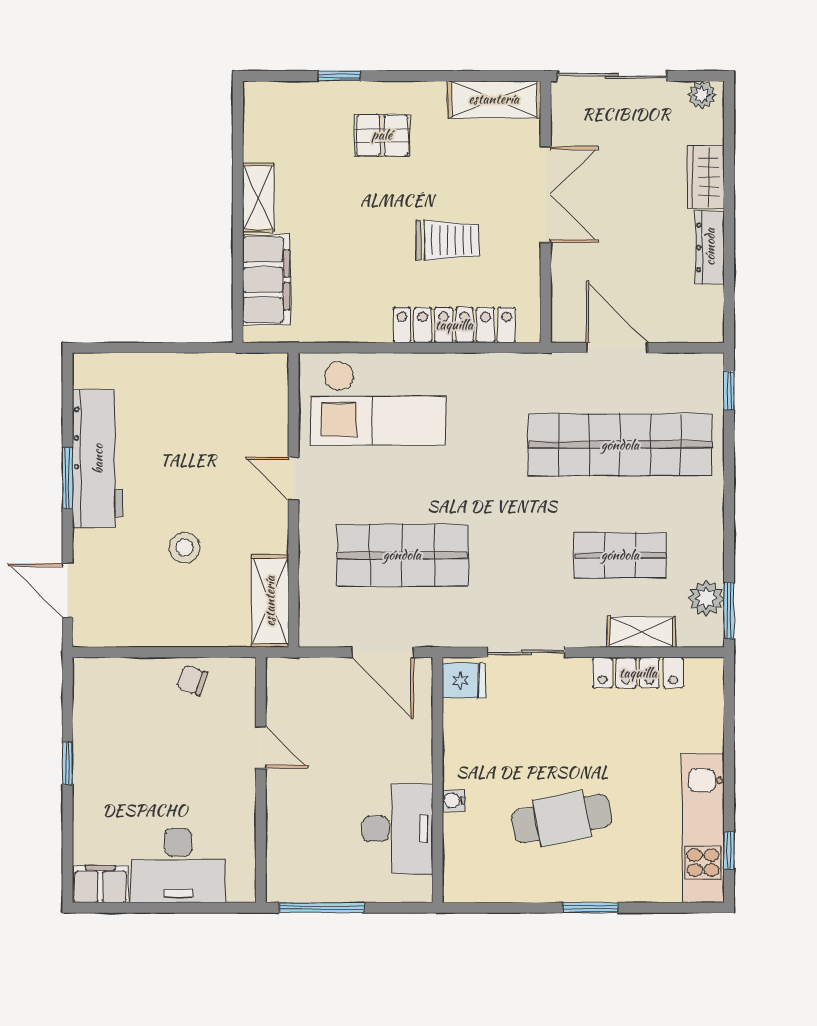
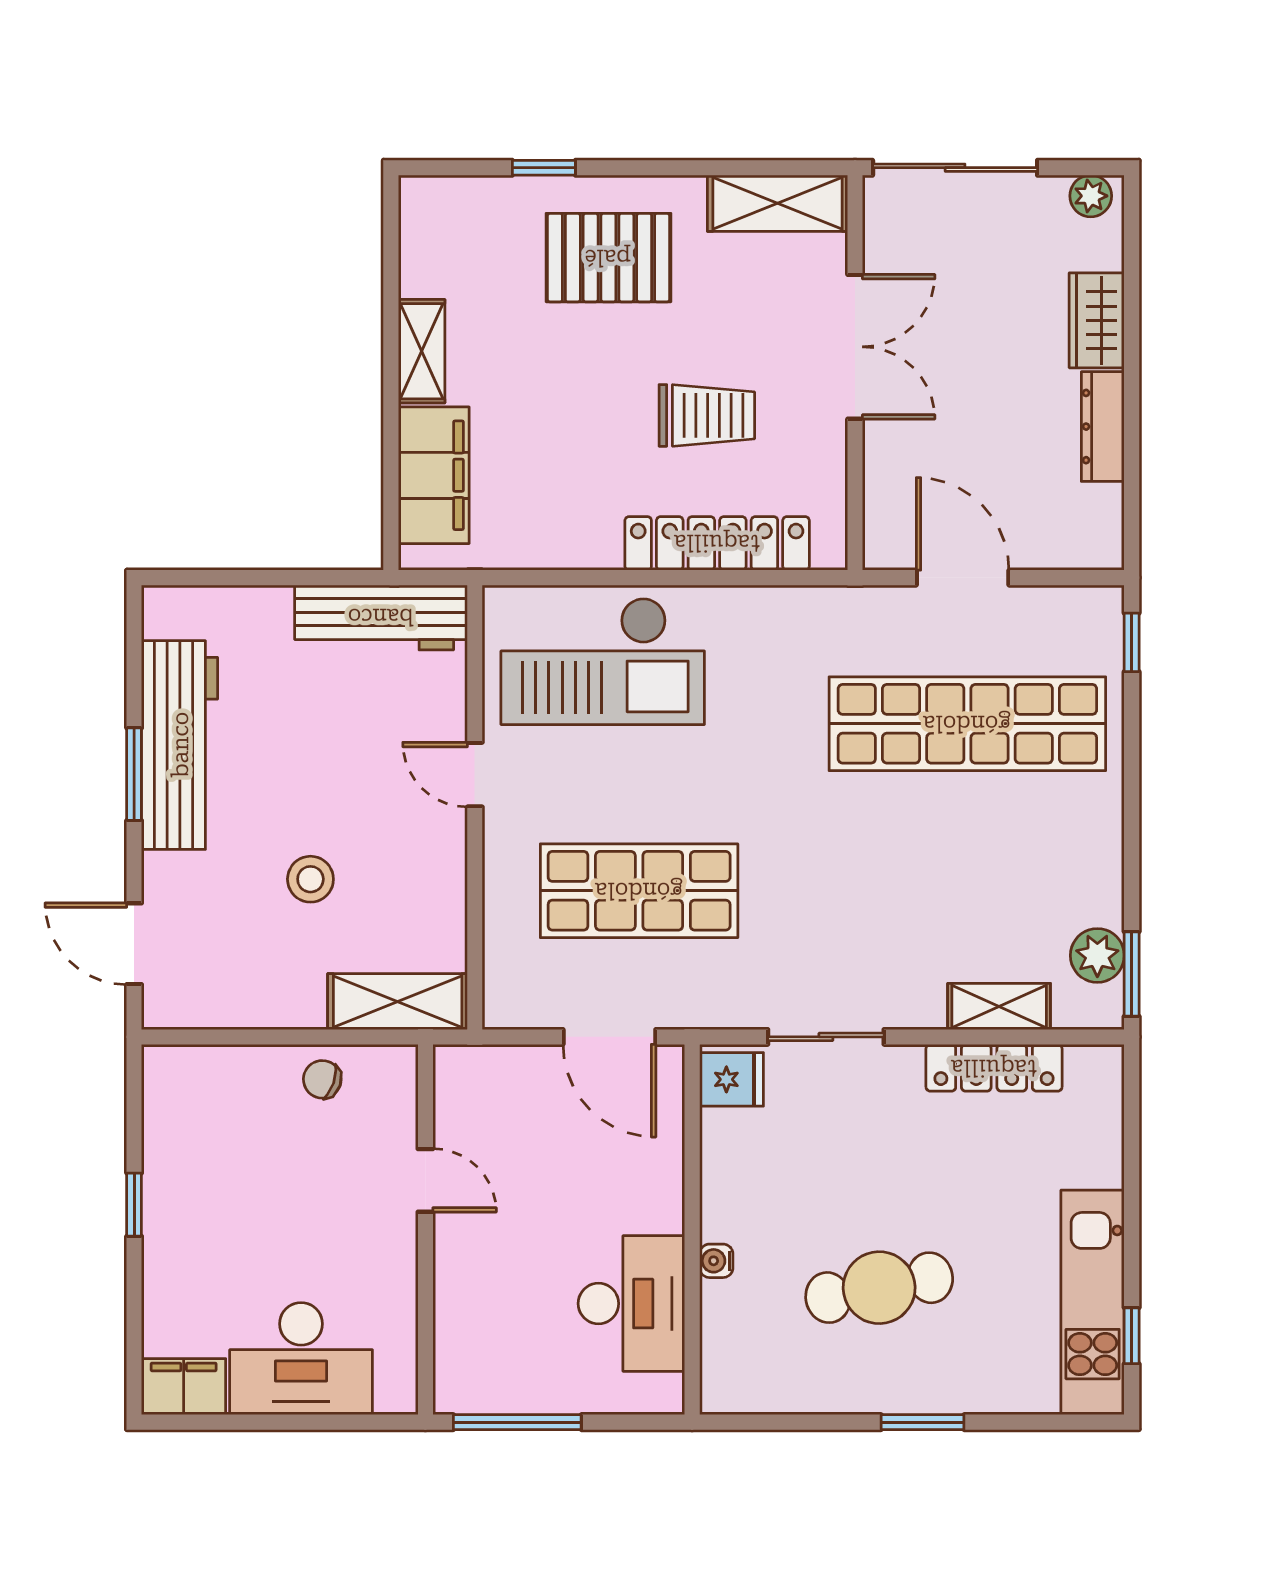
pallet: (382, 135) -> (608, 258), width x1.50, depth x1.42
workbench: (231, 374) -> (381, 617), added
shop shelf: (620, 555) -> (967, 891), removed
shelving: (270, 601) -> (398, 1002), moved, turned 90

